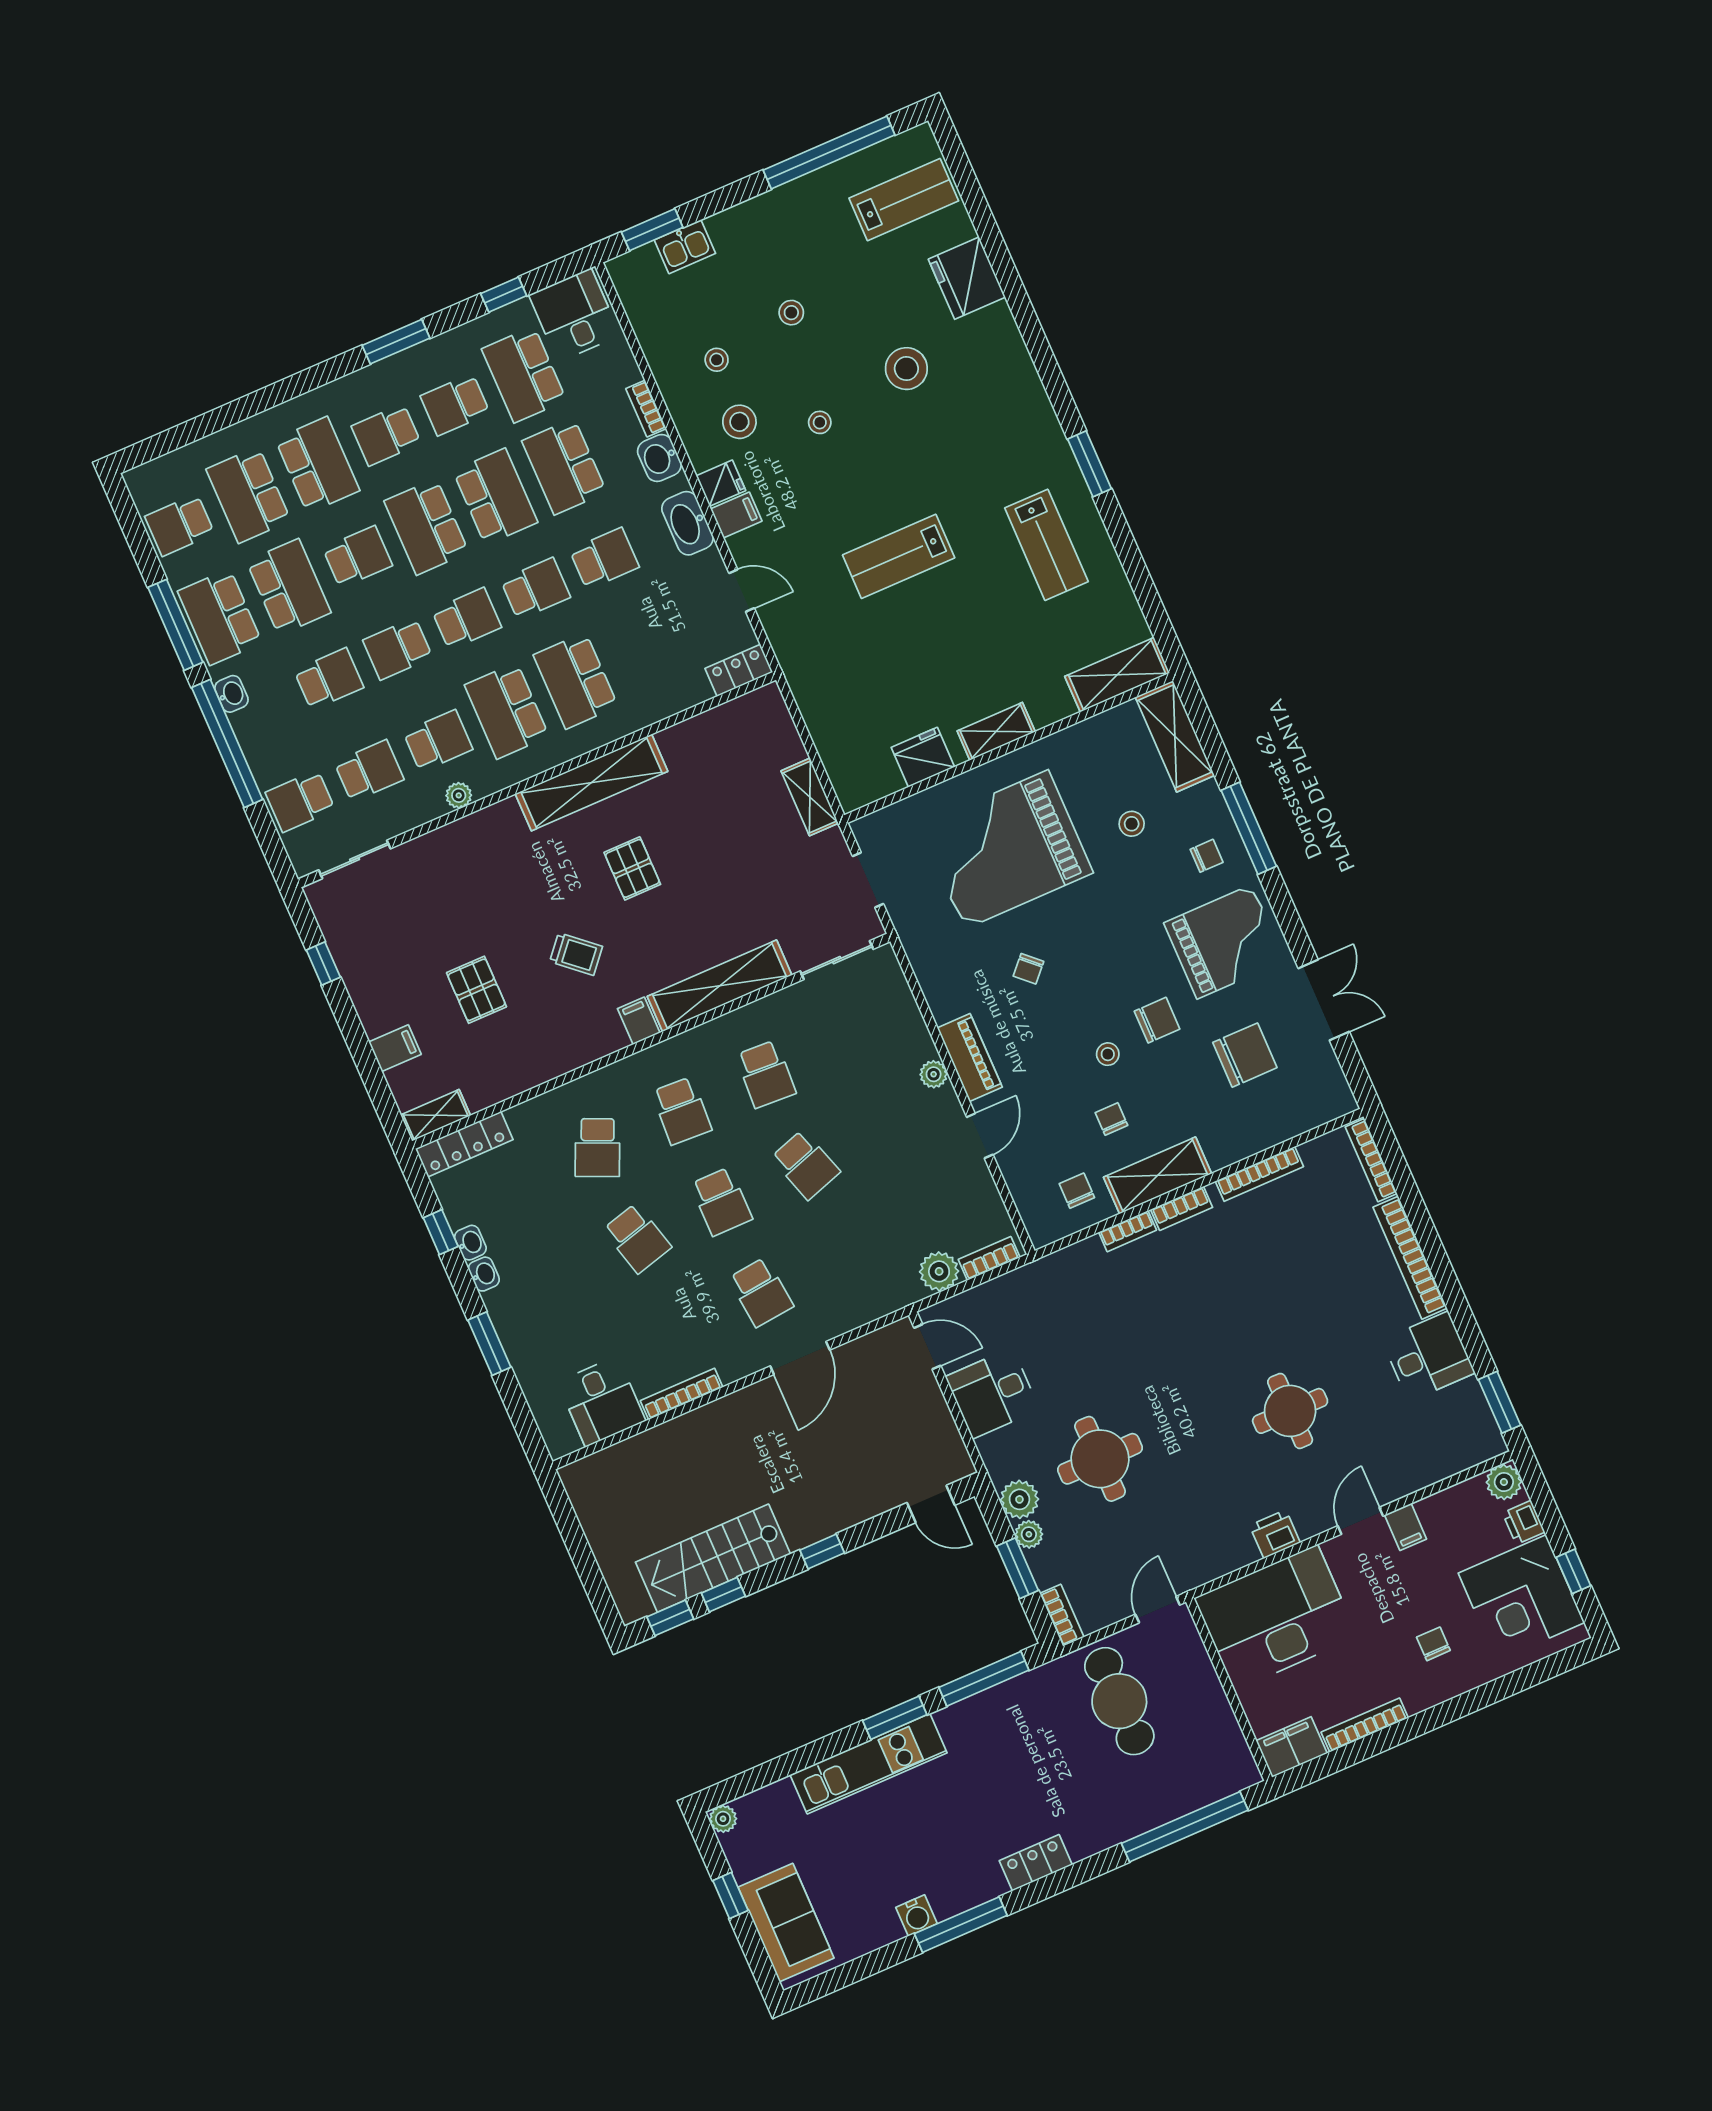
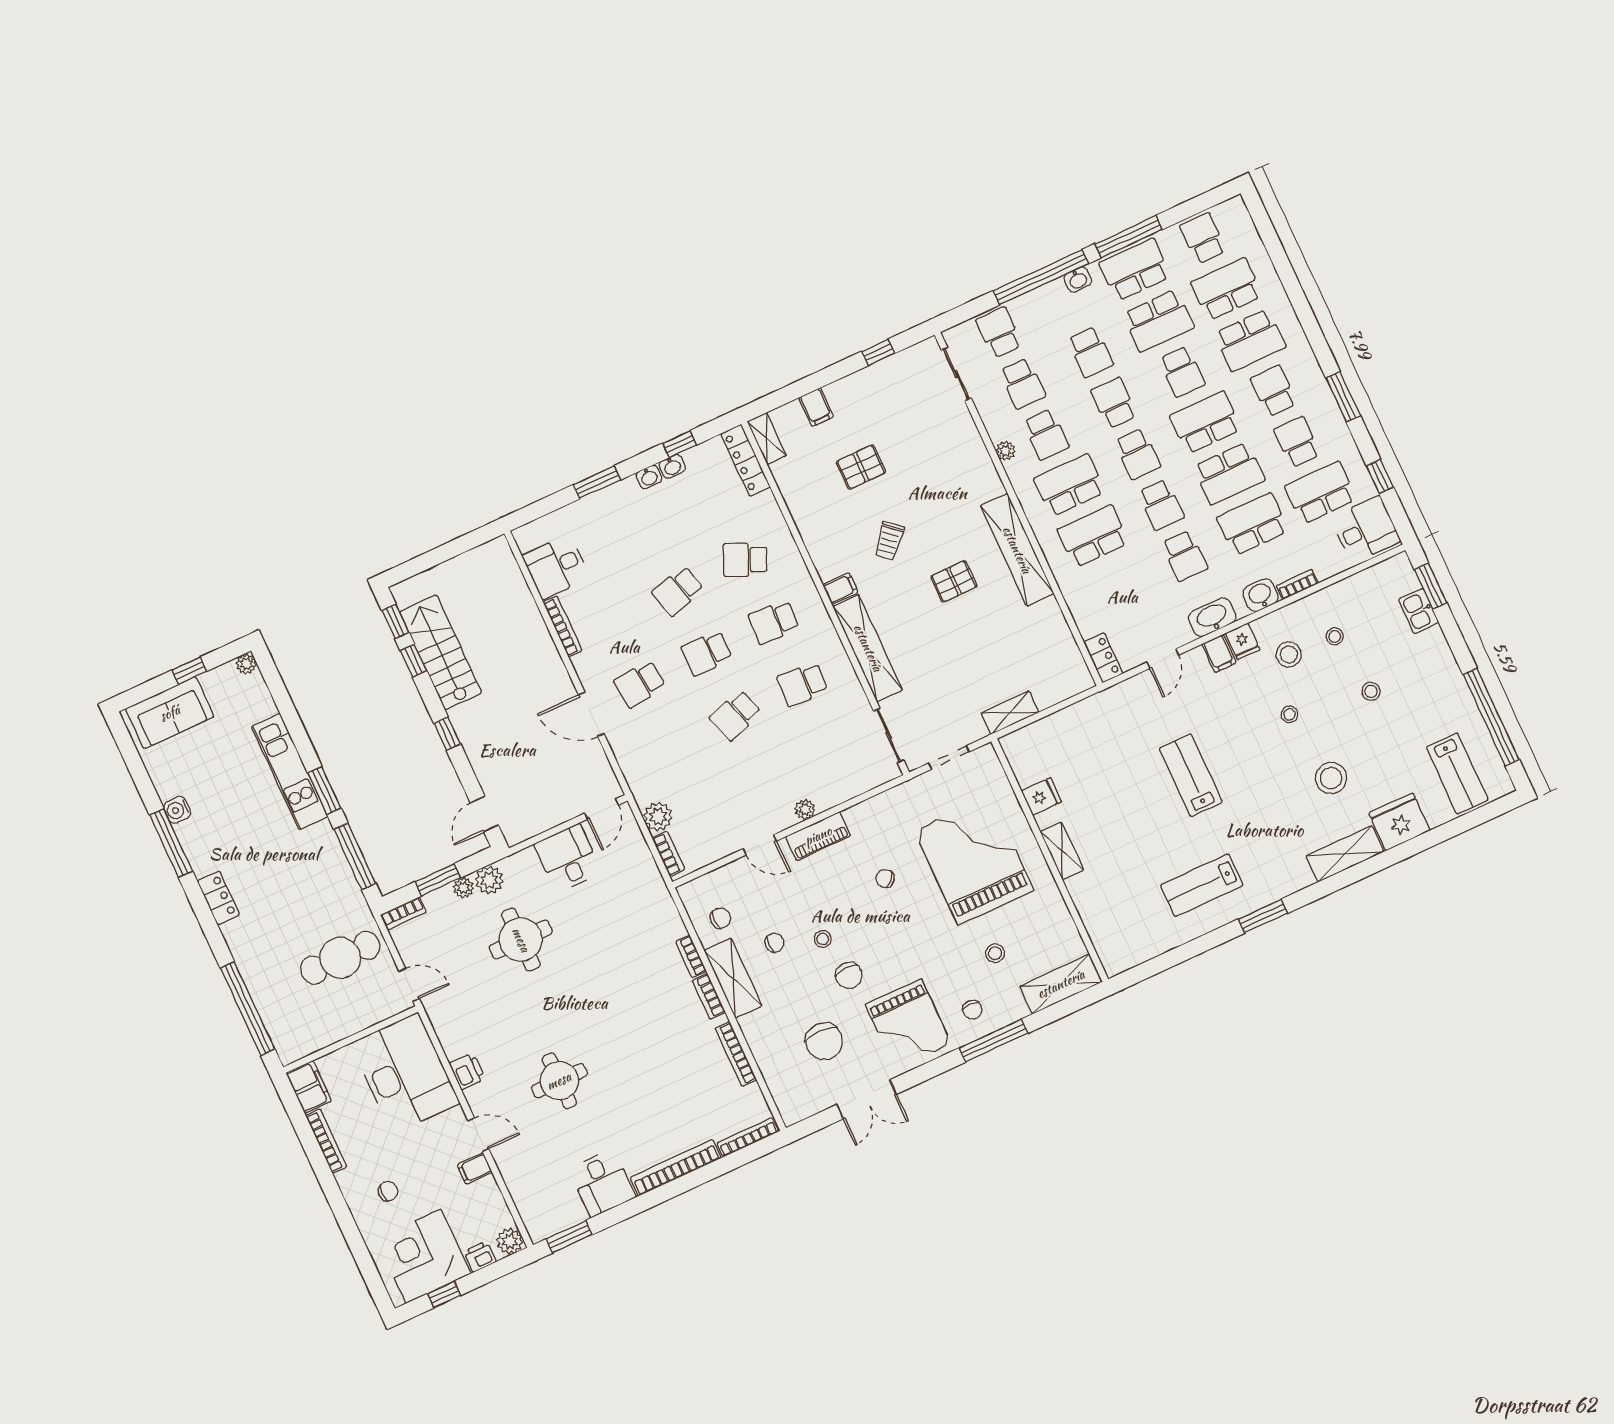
shelving: (1117, 675) -> (1345, 854), moved, turned 90
fridge: (923, 757) -> (1041, 796), width x0.72

